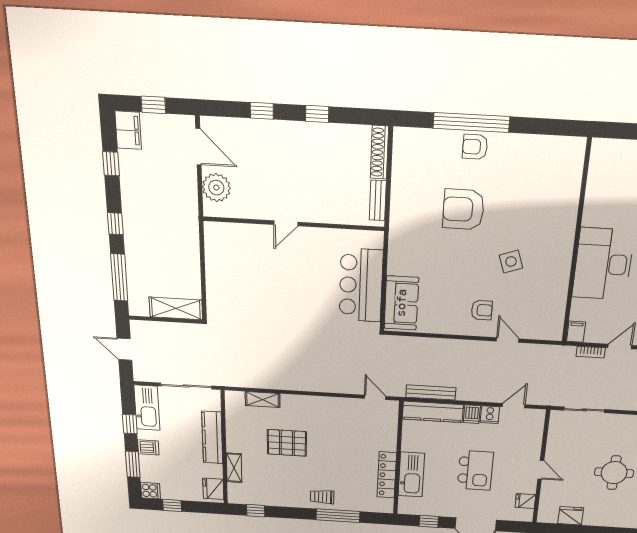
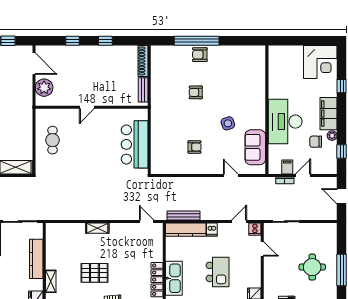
armchair: (463, 209) -> (196, 92), width x0.53, depth x0.53
cafe table: (232, 271) -> (53, 140), added
sofa: (401, 303) -> (255, 147), moved, turned 180
armchair: (482, 310) -> (195, 147), moved
filing cabinet: (576, 332) -> (287, 167), moved
shelving: (263, 400) -> (97, 228), moved
cooker: (490, 415) -> (255, 229), moved
pallet: (287, 443) -> (94, 273), moved
door: (541, 470) -> (262, 249), moved

